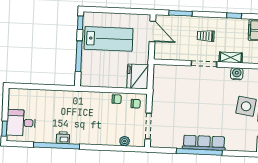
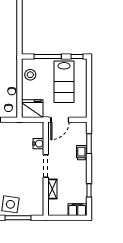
door: (152, 31) -> (60, 120), moved
trolley: (206, 36) -> (81, 153), moved
water cooler: (237, 74) -> (38, 144), moved
stool: (99, 77) -> (30, 75), added

